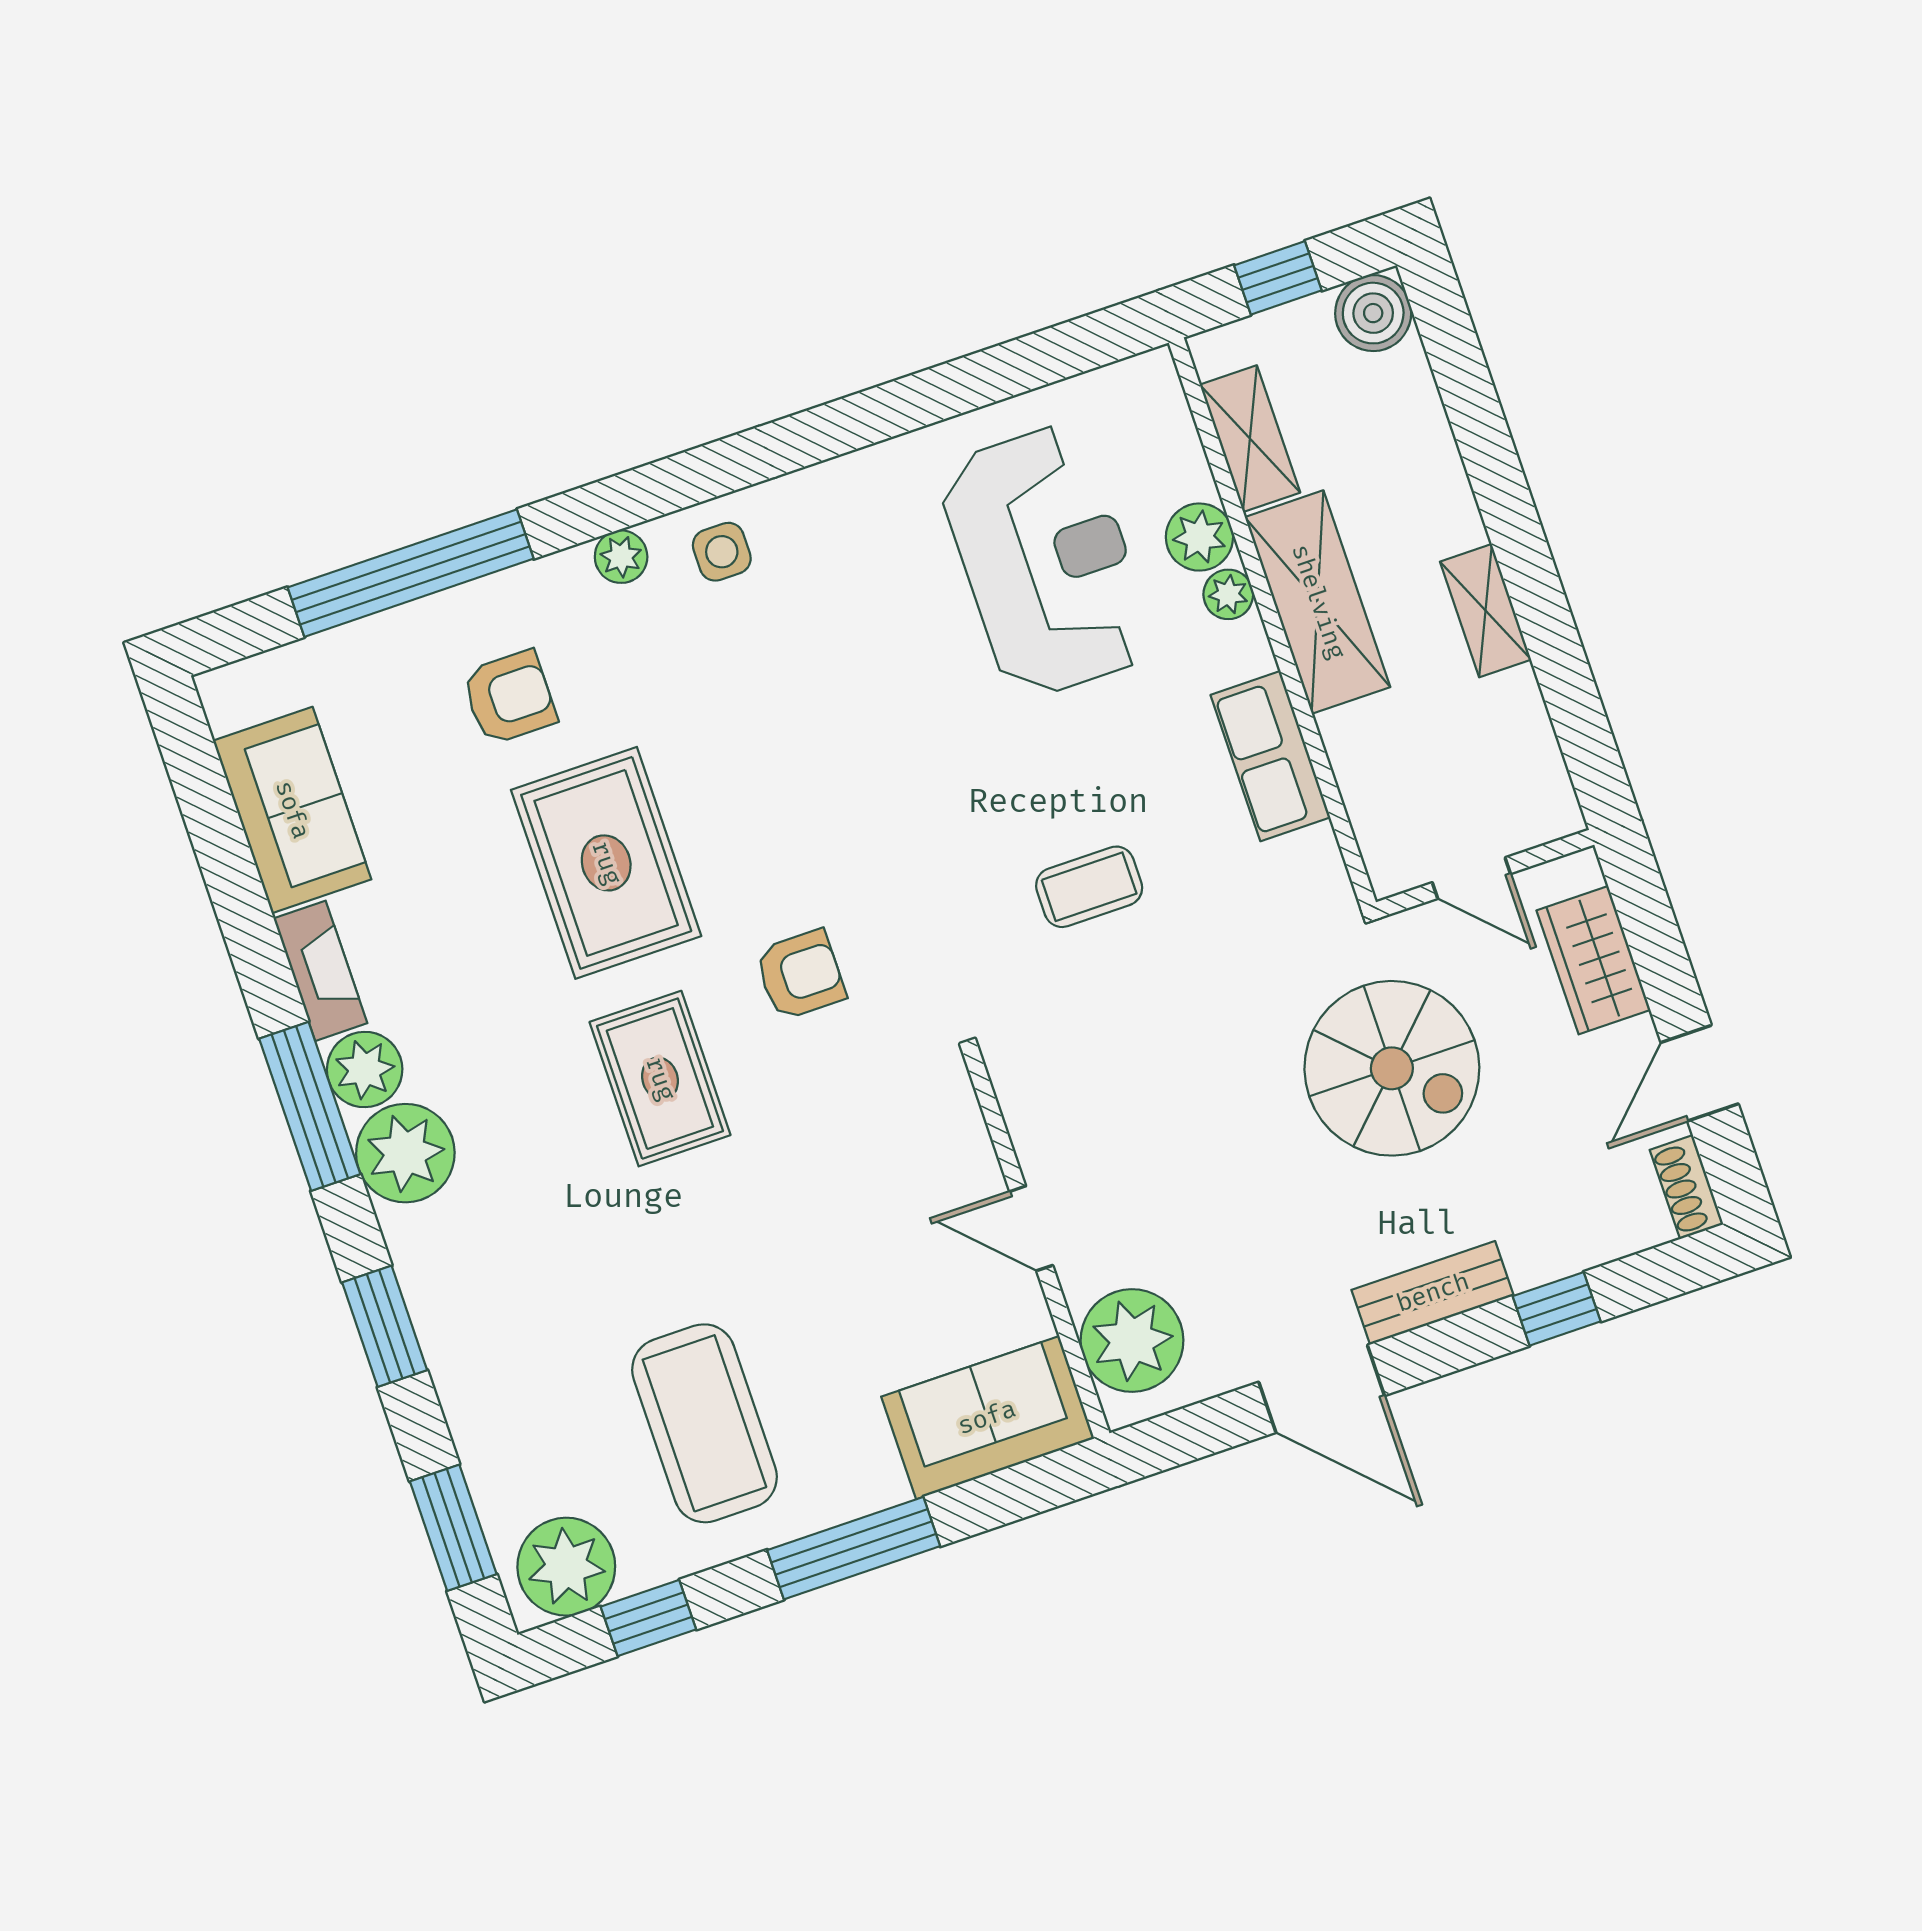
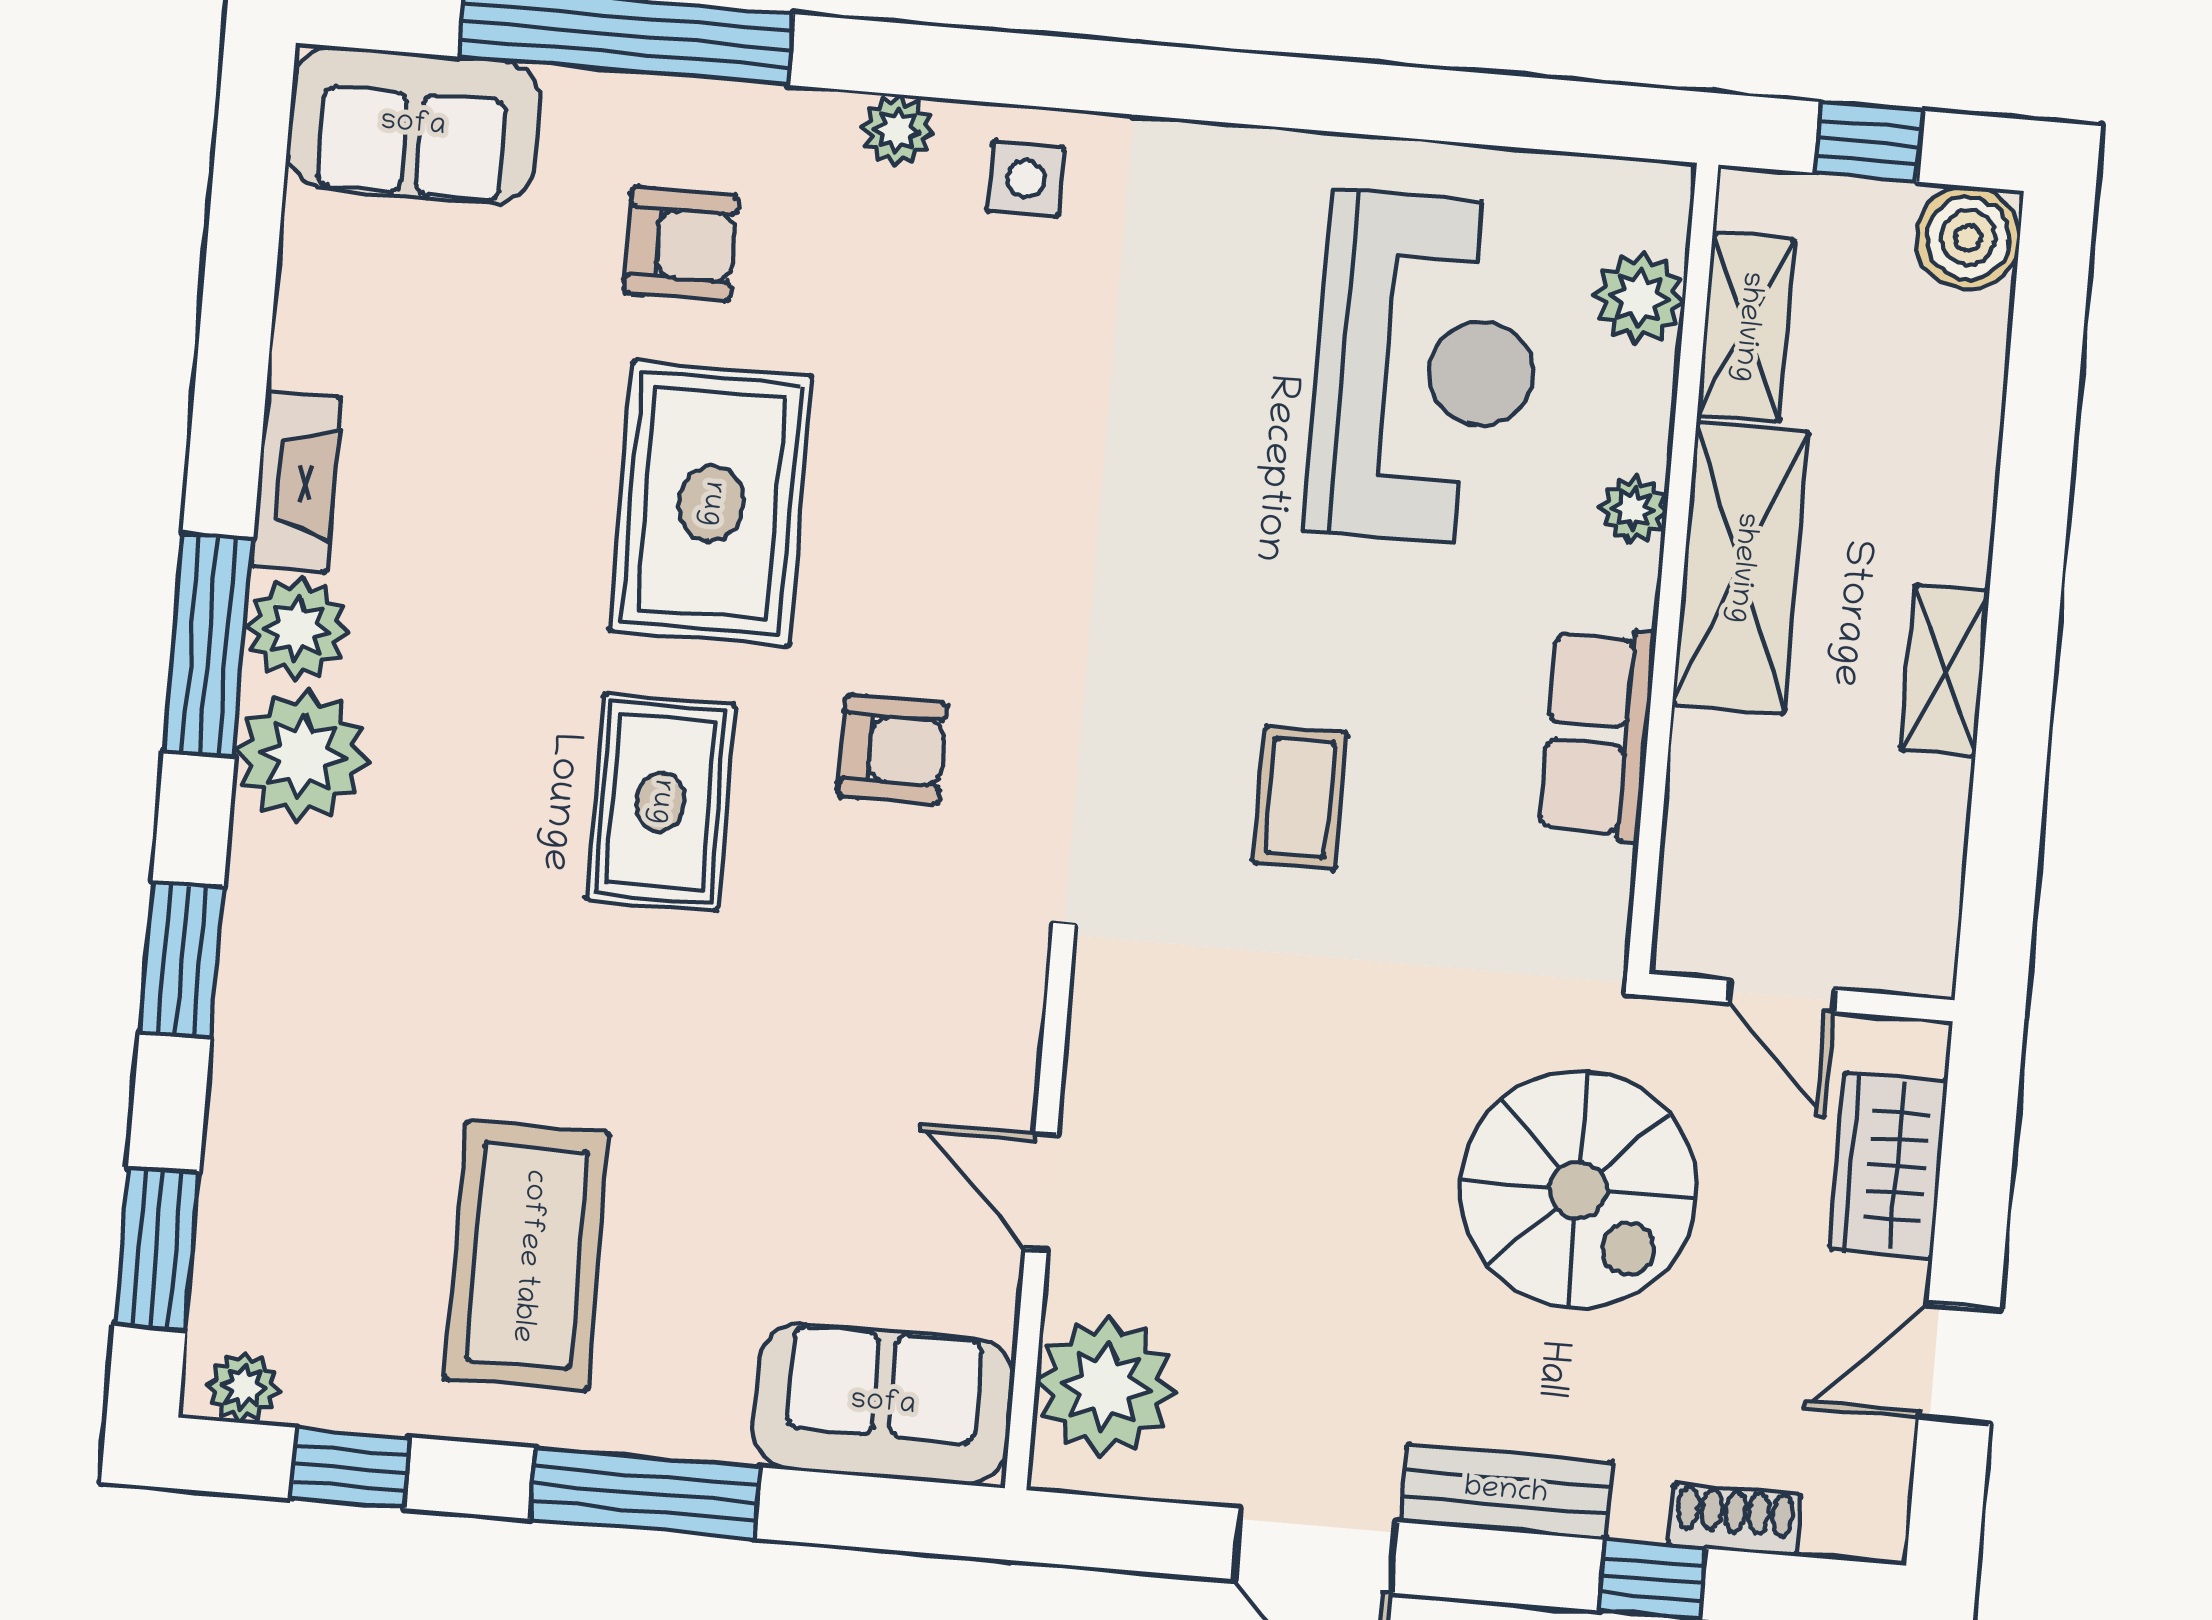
plant: (1199, 537) -> (1640, 298), moved
sofa: (292, 810) -> (413, 125), moved, turned 90
coffee table: (1089, 887) -> (1300, 798), turned 90
shoe rack: (1687, 1187) -> (1735, 1520), moved, turned 90
plant: (566, 1567) -> (243, 1387), width x0.53, depth x0.53

